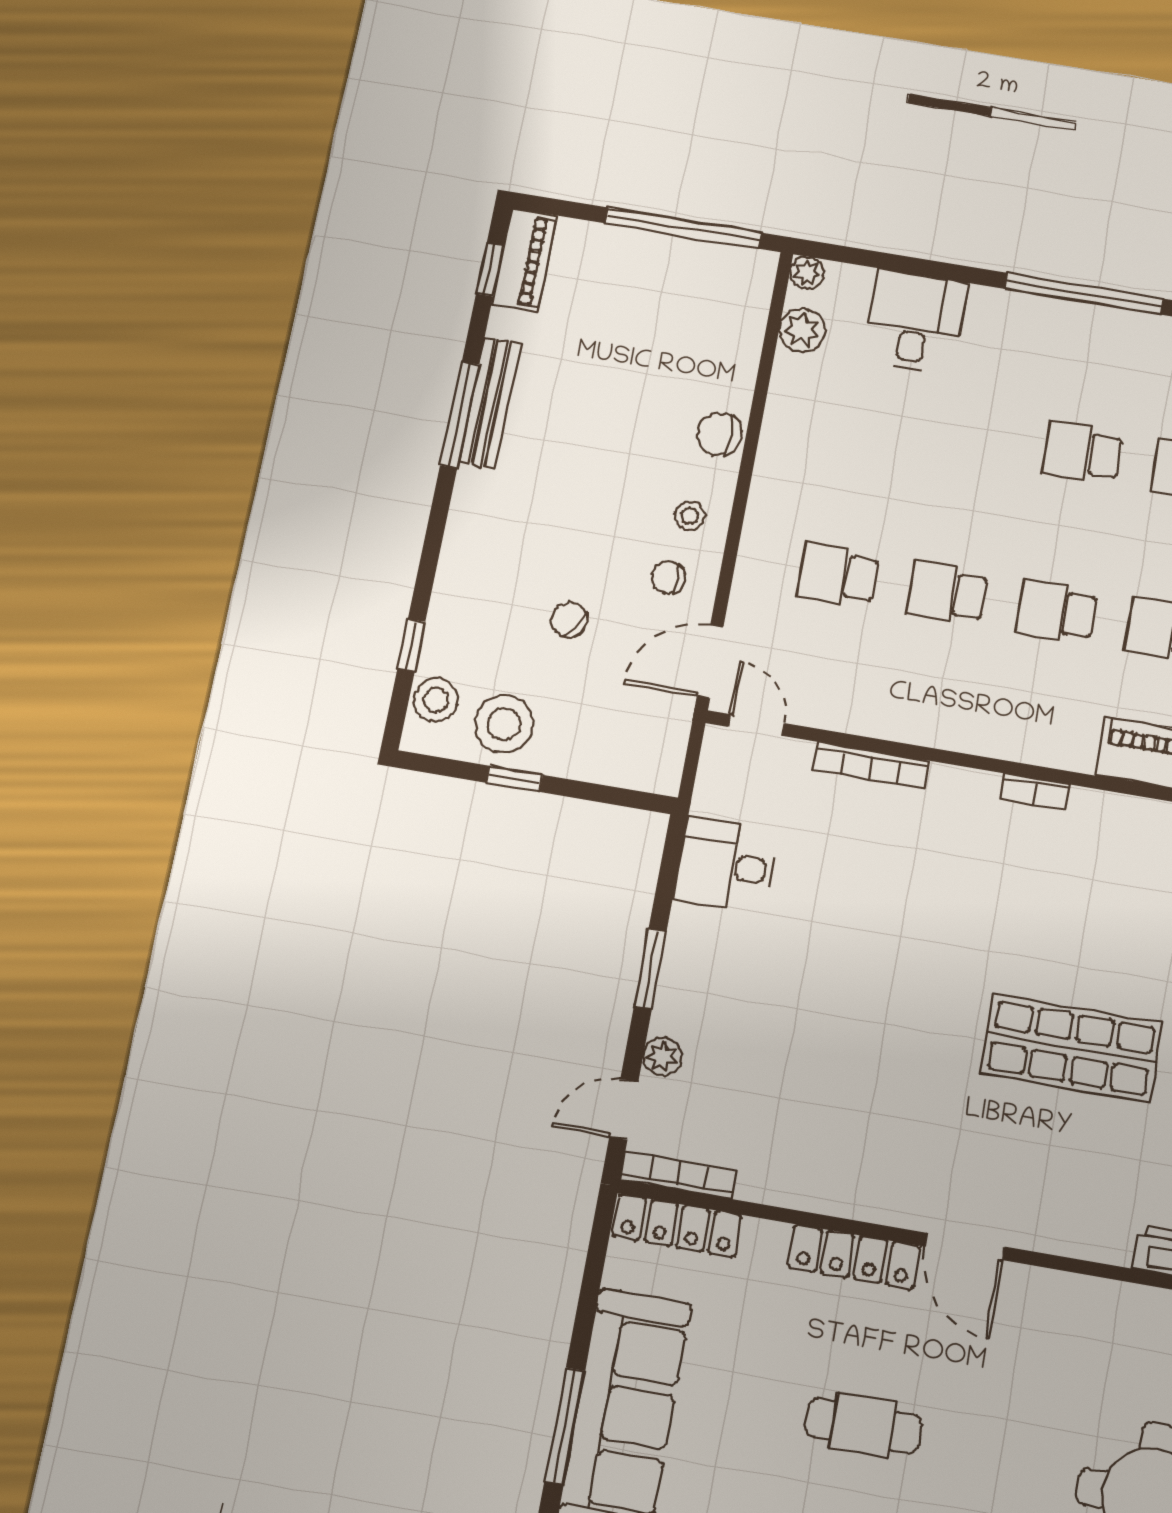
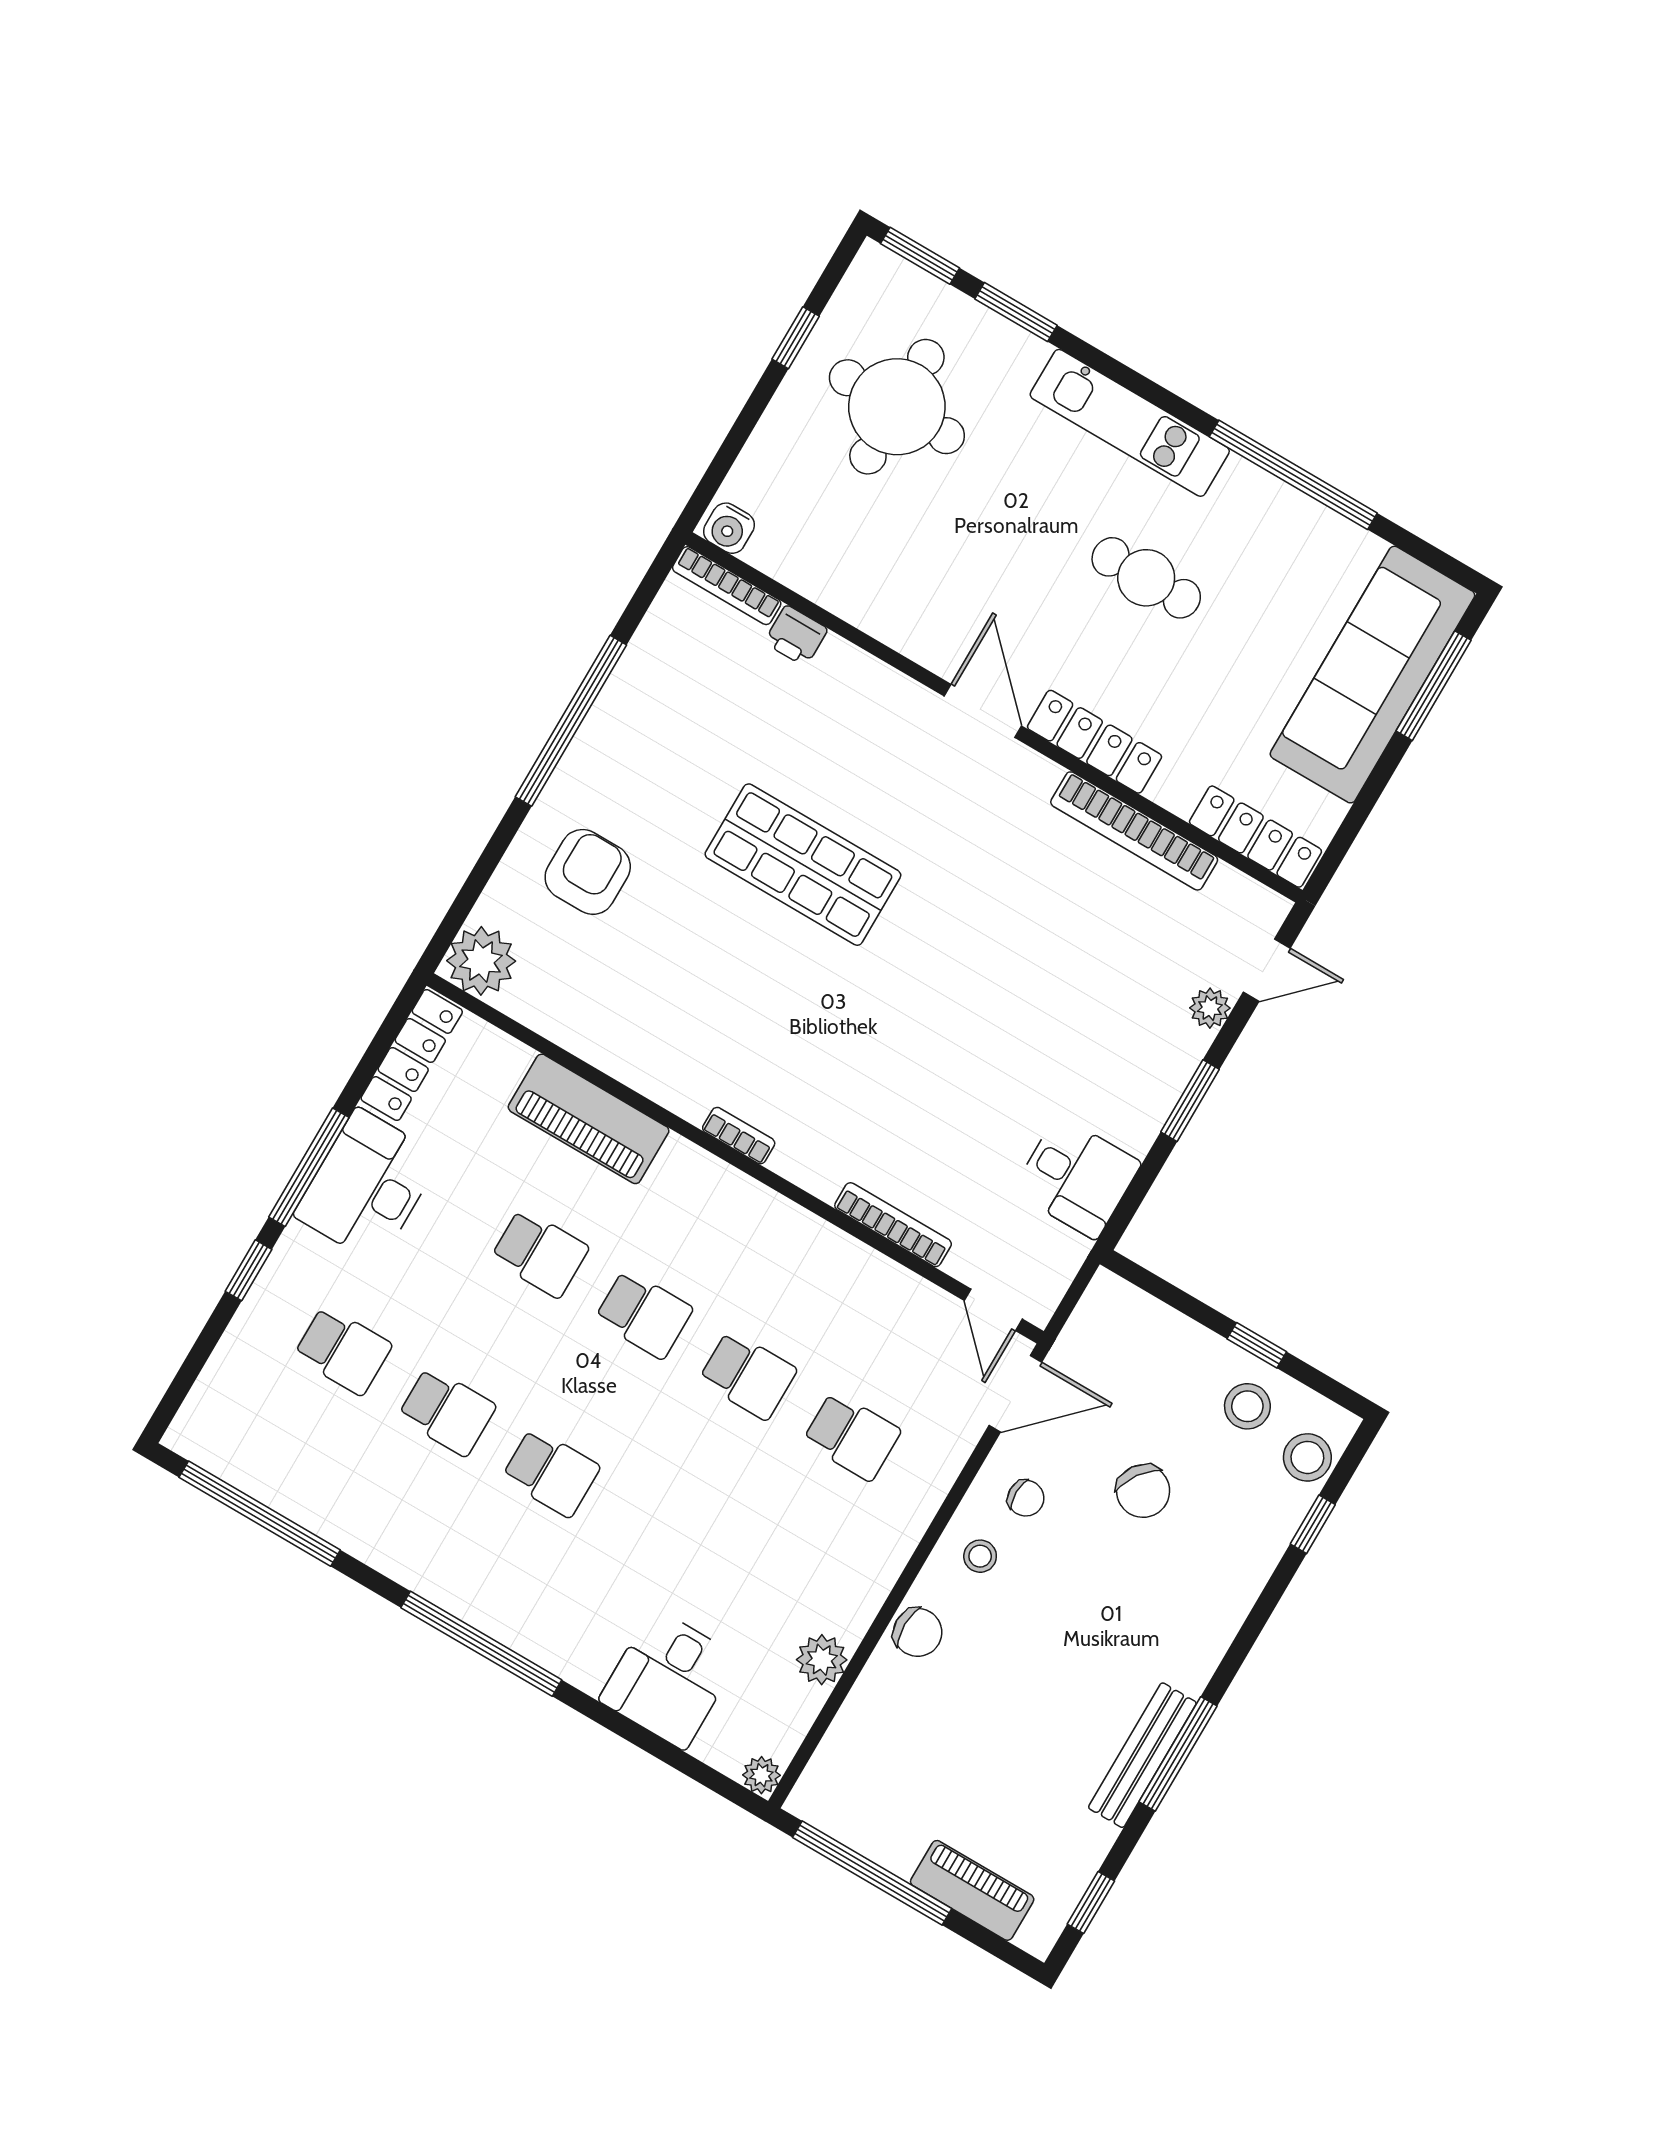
piano: (524, 260) -> (972, 1890), moved, turned 90
plant: (802, 330) -> (822, 1660), moved
chair: (569, 620) -> (1143, 1491), width x1.37, depth x1.37
stool: (504, 724) -> (1247, 1406), width x0.73, depth x0.73
bookcase: (678, 1175) -> (1134, 831), moved, width x1.48, depth x1.31

